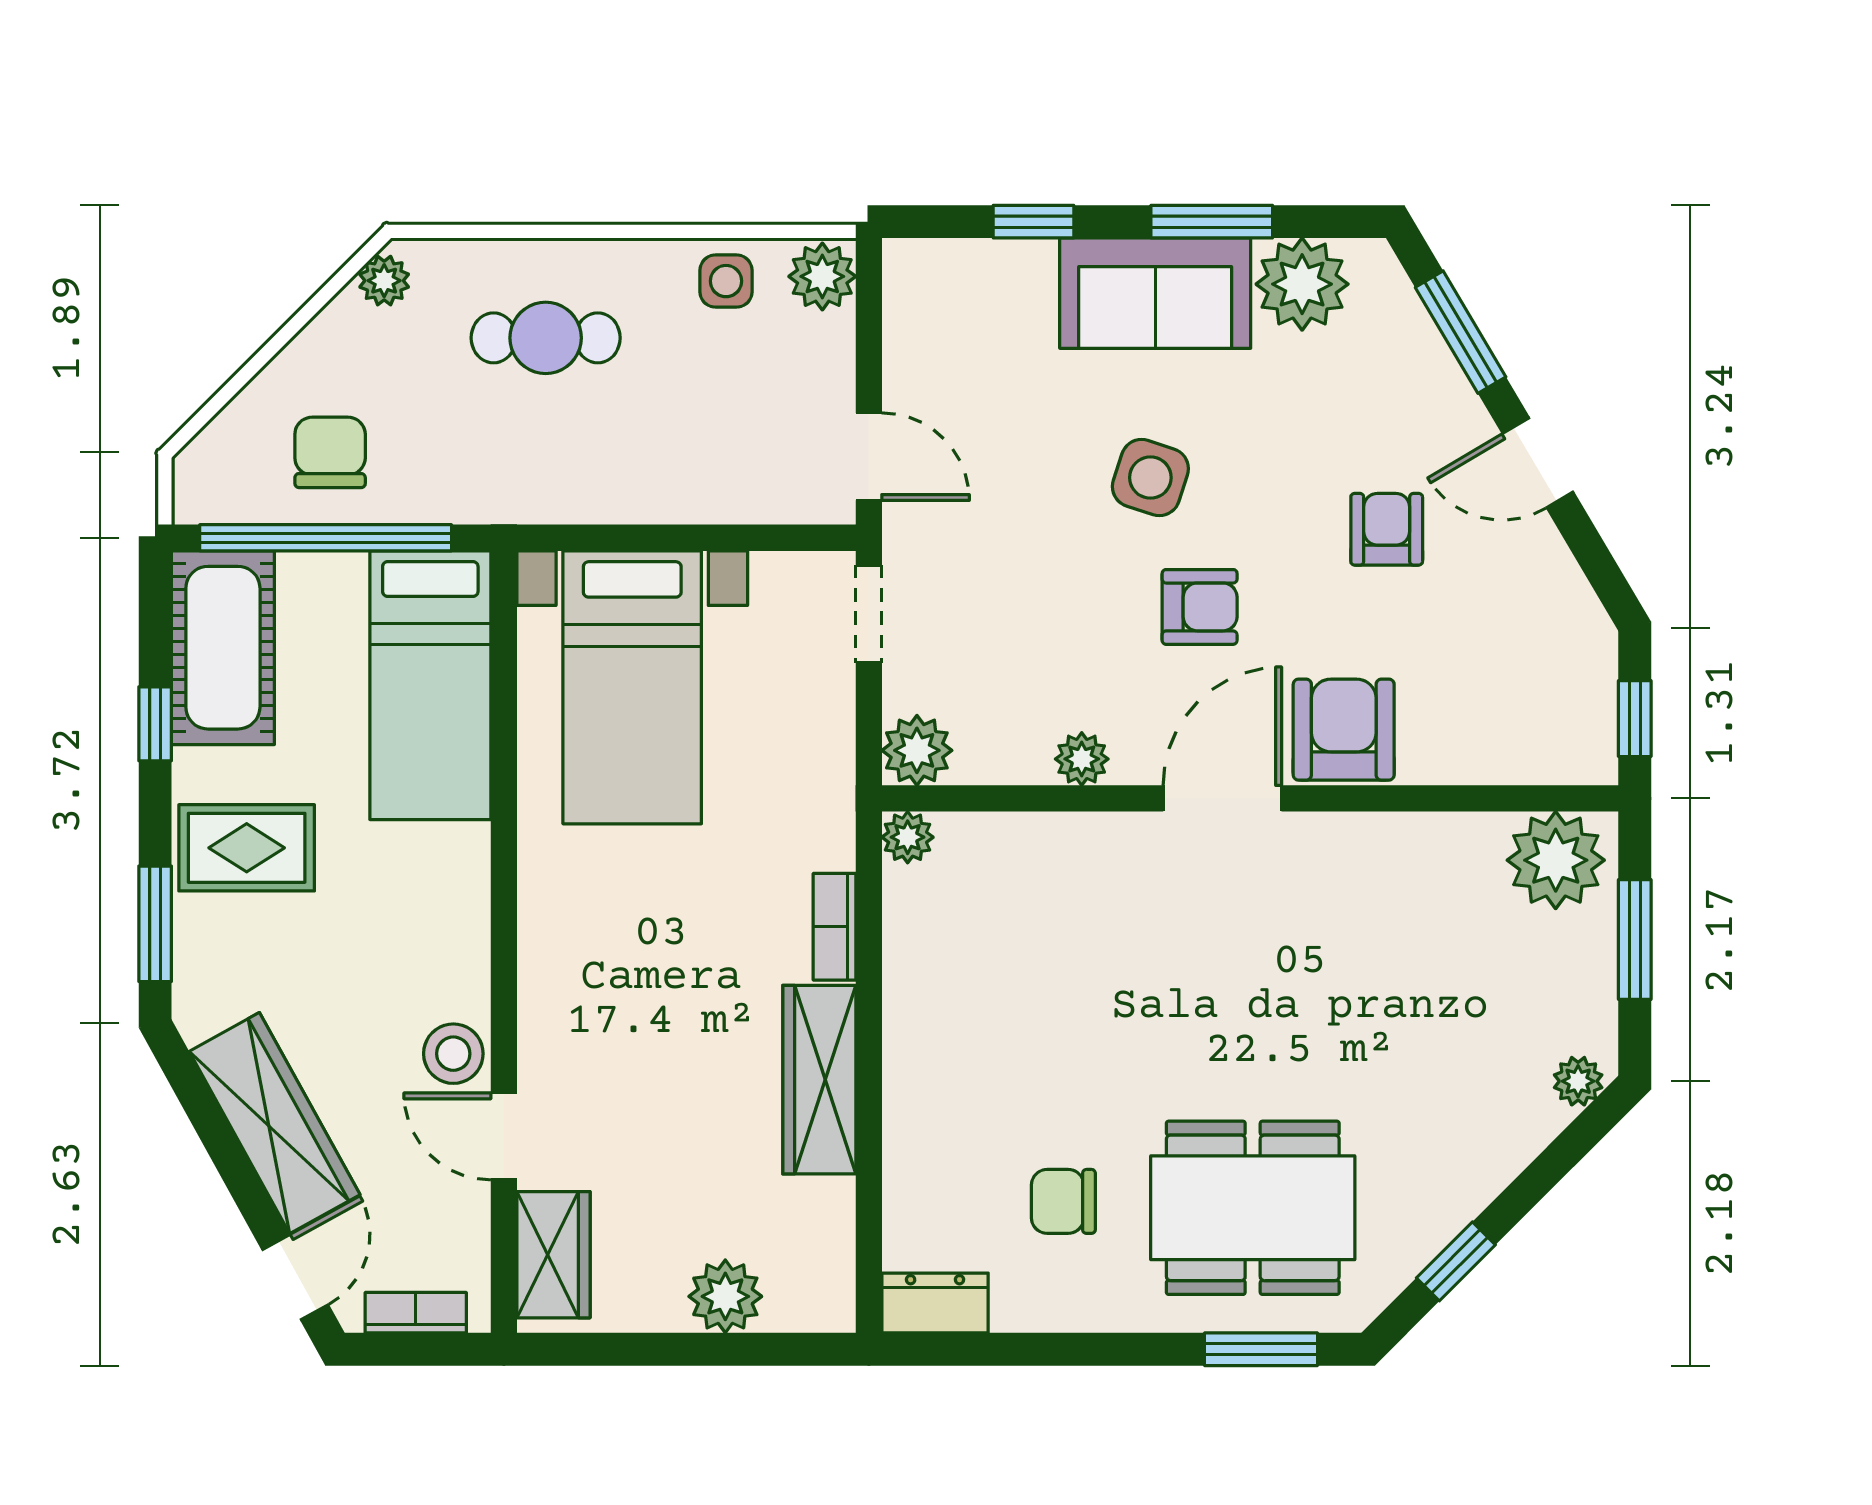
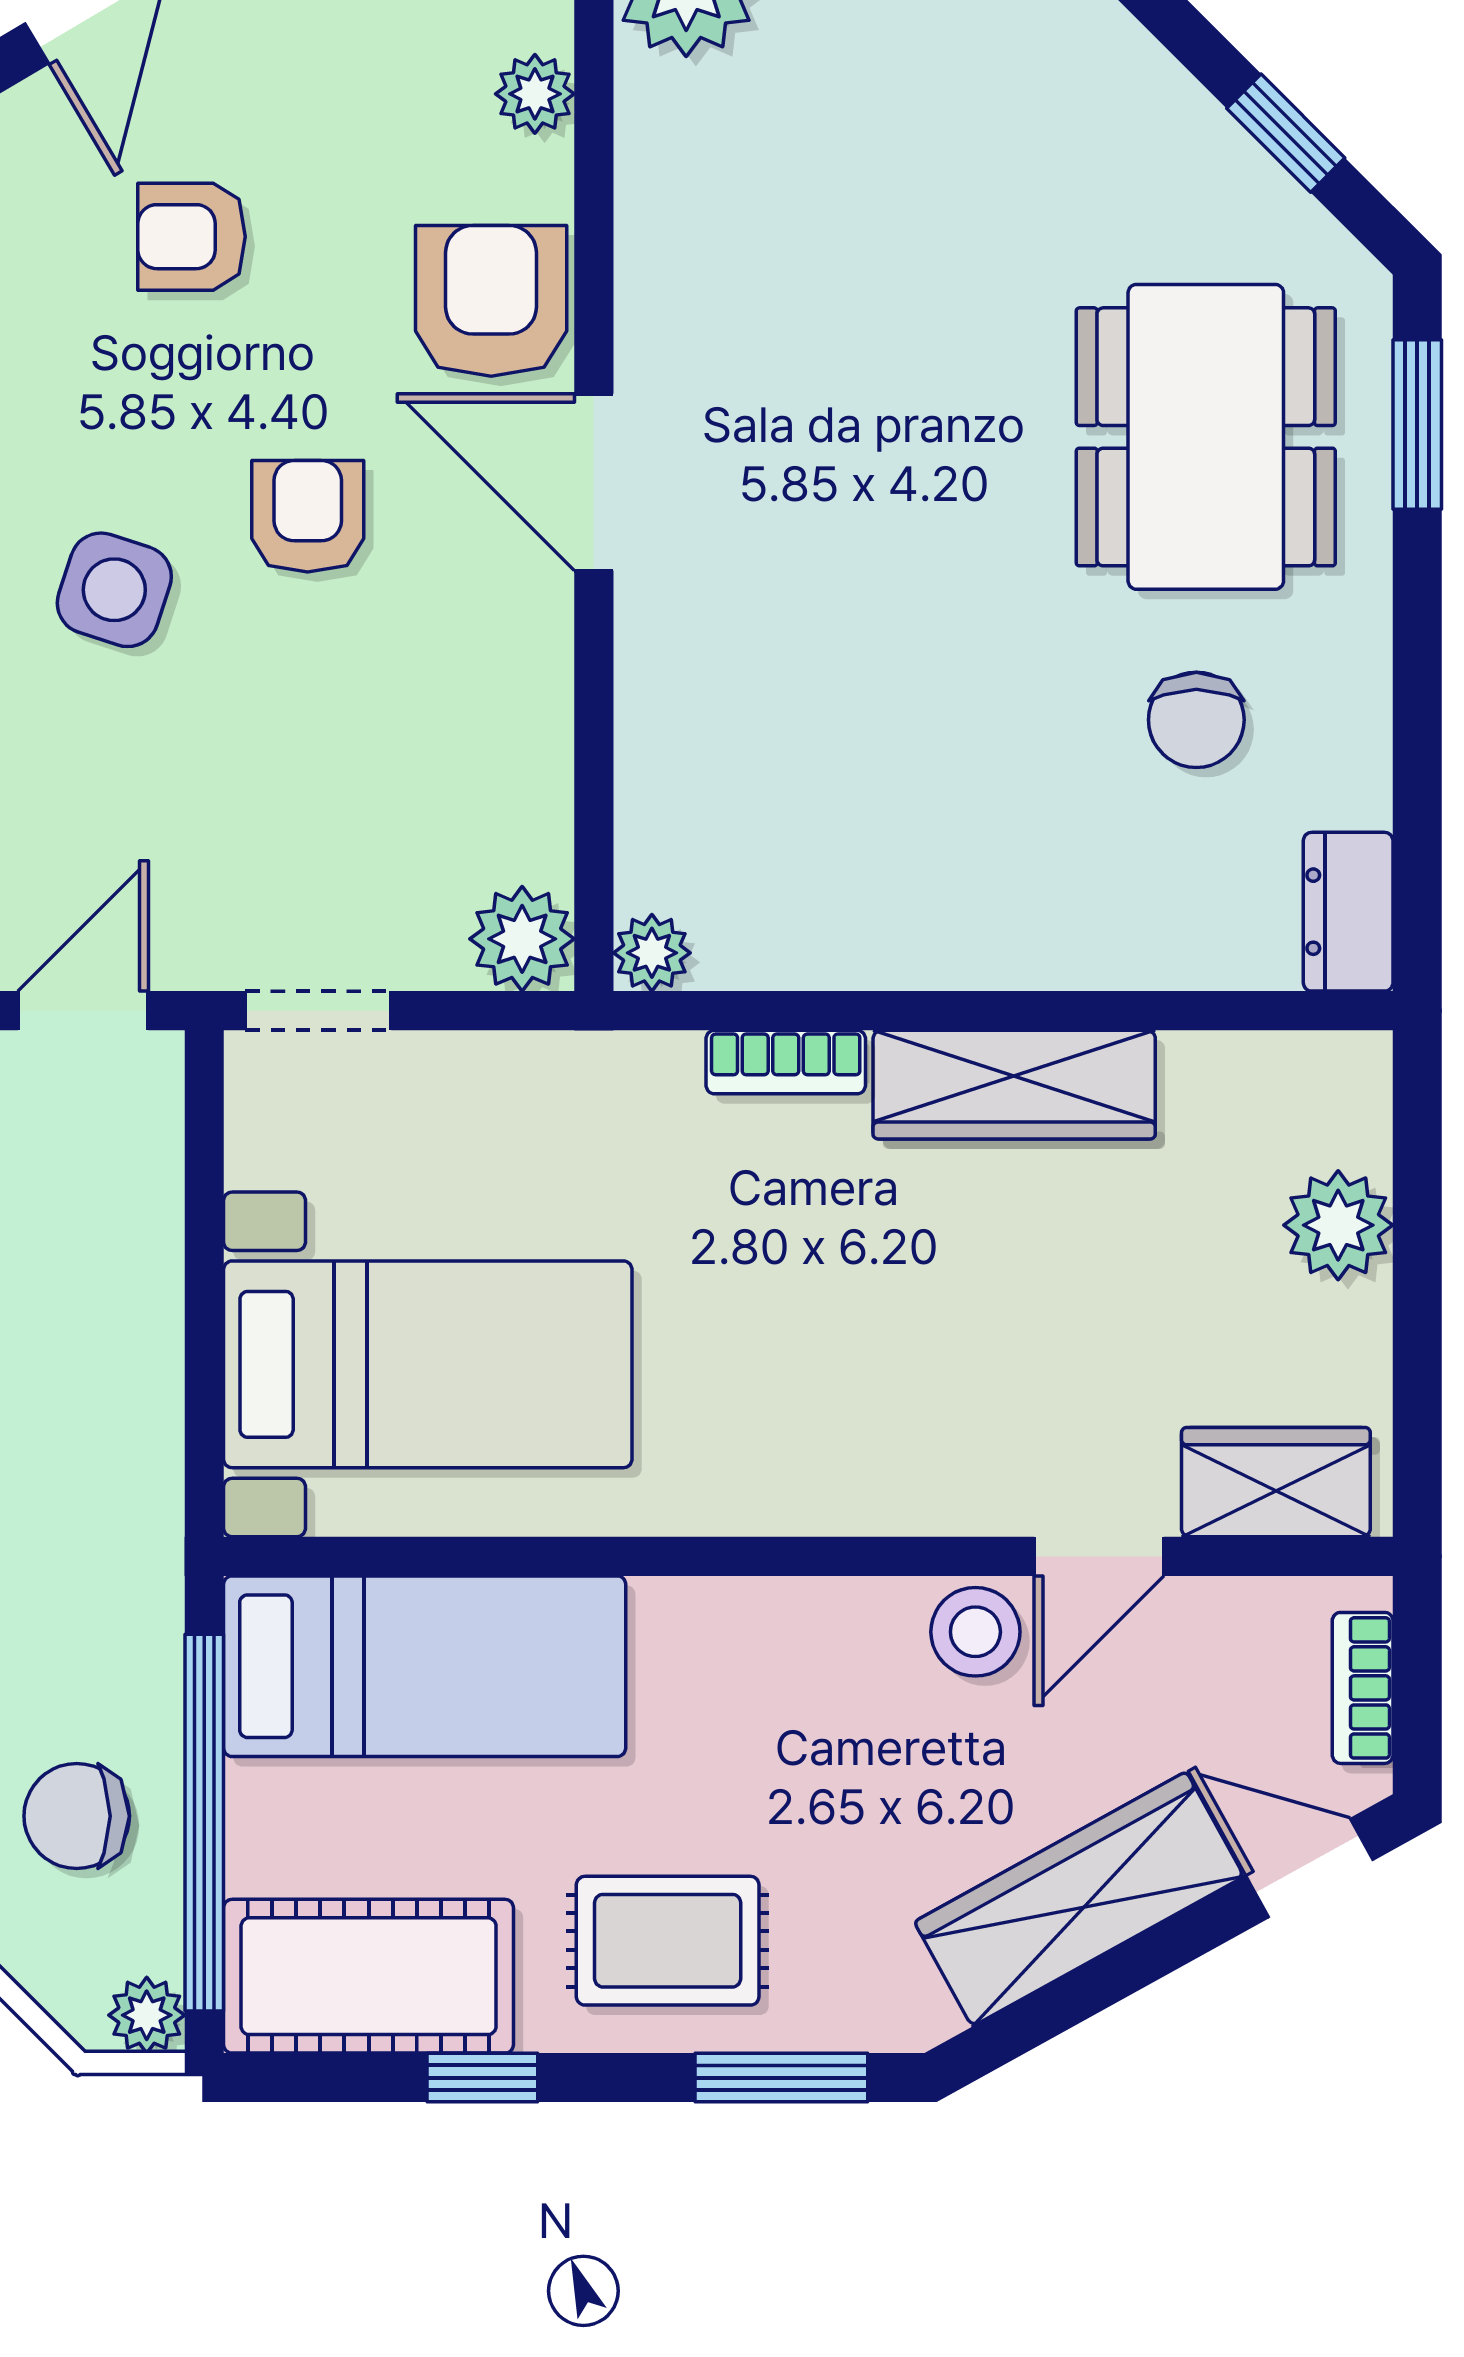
plant: (197, 499) -> (147, 2015), added
armchair: (1344, 730) -> (491, 301), turned 90
plant: (1082, 759) -> (535, 94), moved
rug: (247, 848) -> (668, 1941), turned 90

